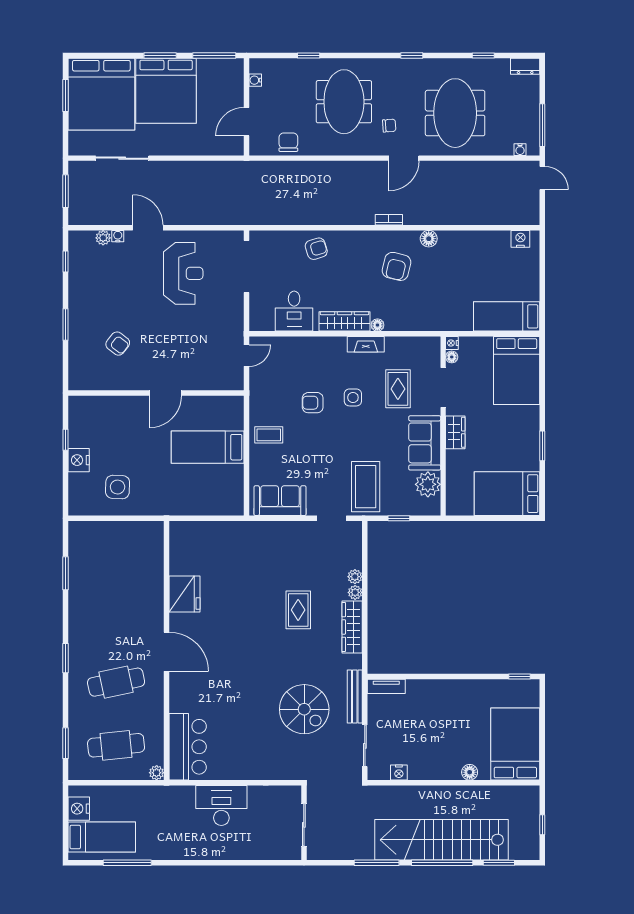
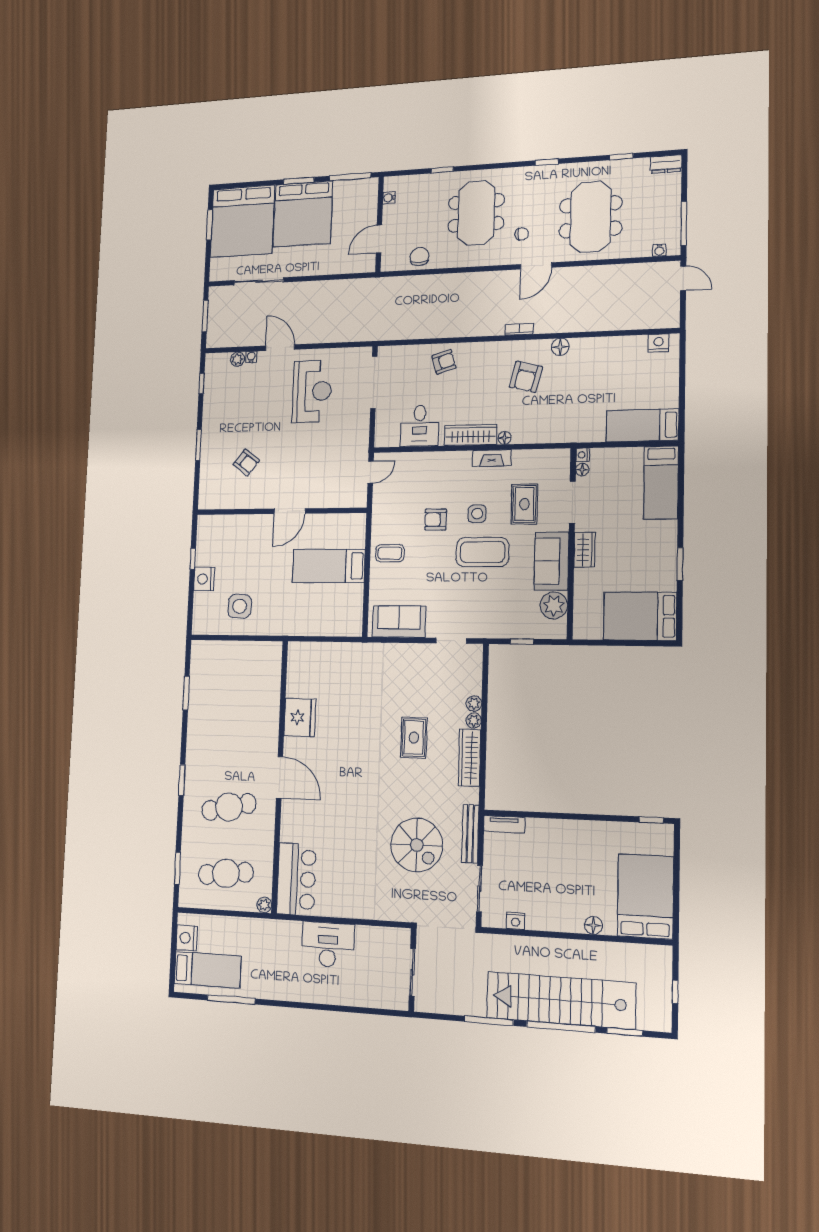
bed: (517, 370) -> (661, 483), width x0.67
coffee table: (366, 487) -> (482, 552), moved, turned 90

